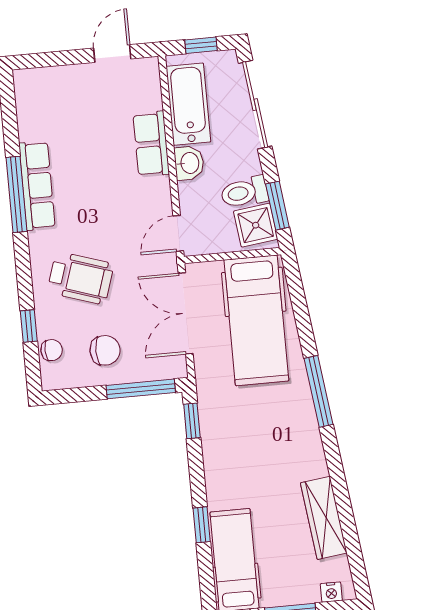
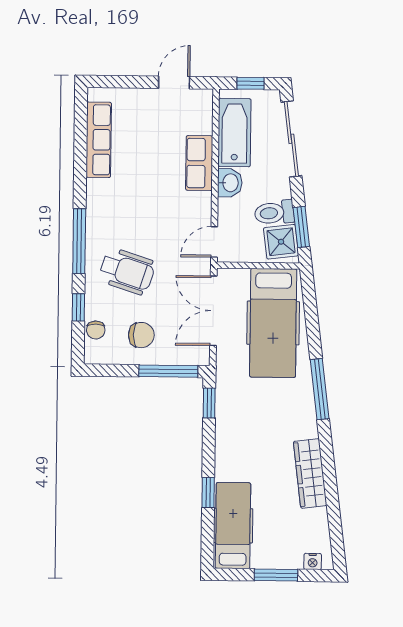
row of seats: (37, 186) -> (99, 140), moved
window: (17, 194) -> (79, 241), moved
chair: (52, 350) -> (96, 330), turned 92
wardrobe: (324, 518) -> (310, 473), moved

